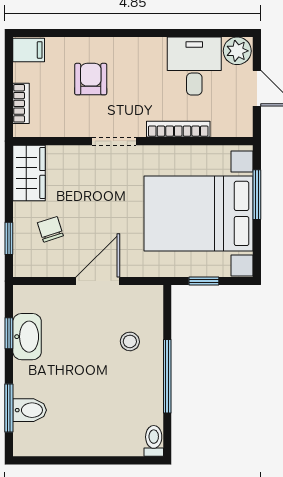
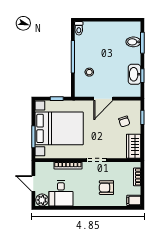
armchair: (91, 79) -> (106, 188), turned 90

